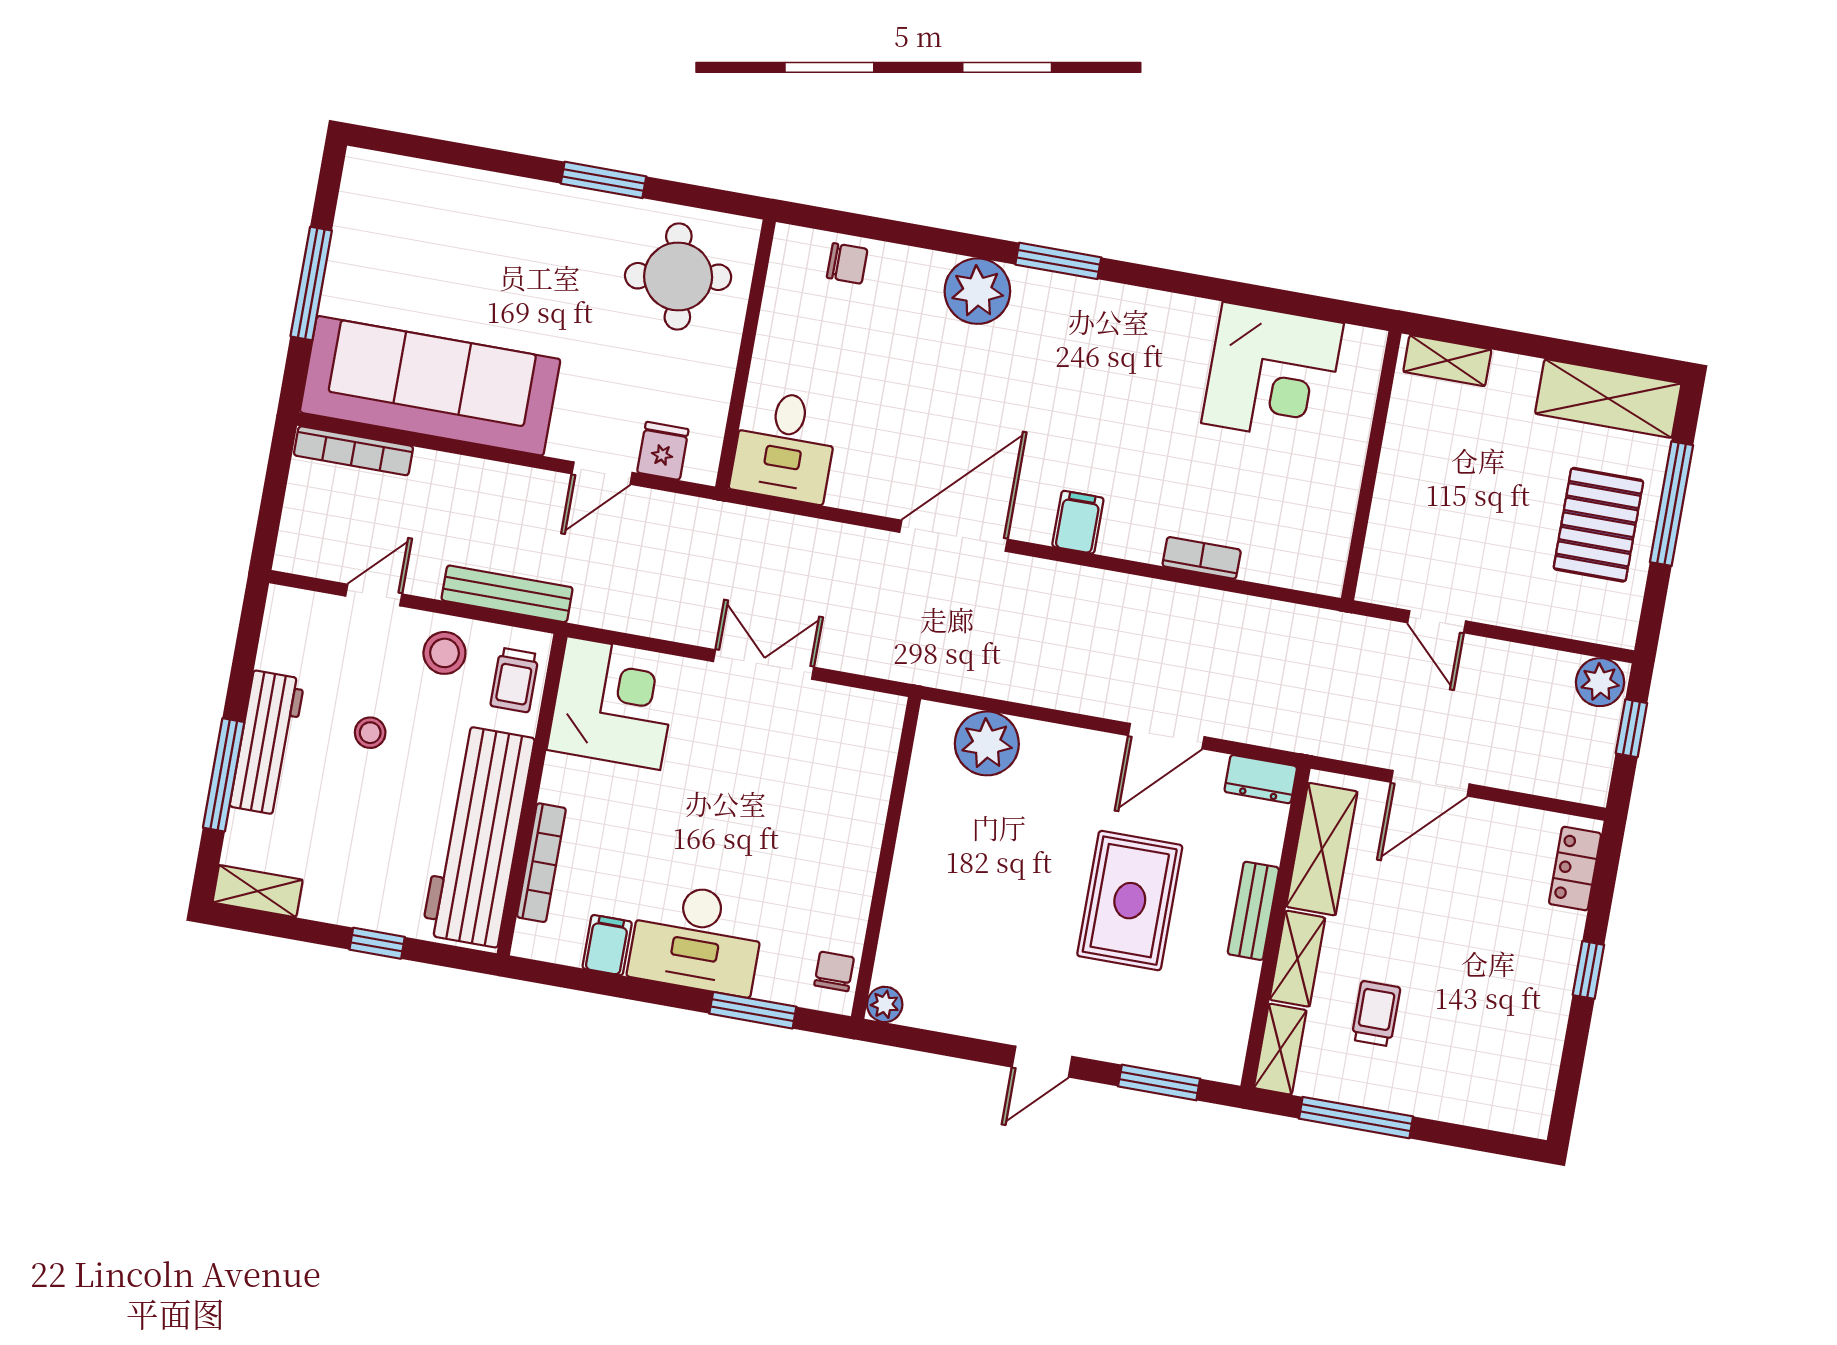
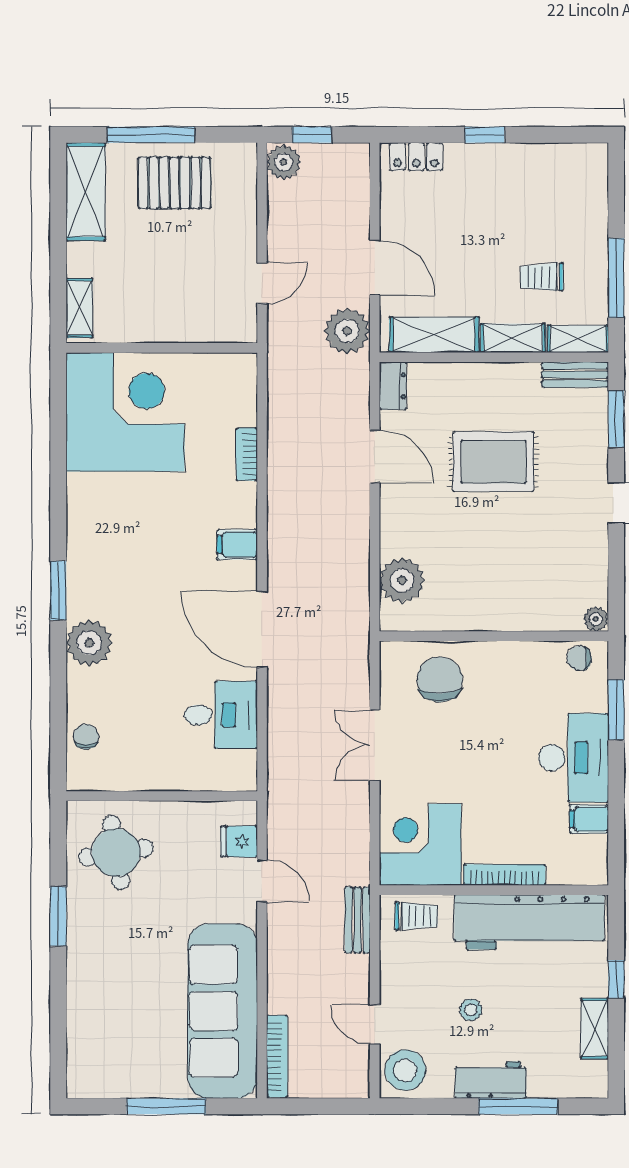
corner desk: (1272, 373) -> (125, 412), width x1.36, depth x1.36
desk: (785, 446) -> (221, 715), moved
bench: (507, 594) -> (357, 920), width x0.73
stool: (444, 653) -> (405, 1070), moved, width x1.38, depth x1.38
plant: (1349, 729) -> (347, 331), added
workbench: (267, 743) -> (491, 1080), width x0.73
chair: (839, 771) -> (440, 679), added
bookcase: (541, 863) -> (504, 875), moved
shelving: (258, 891) -> (595, 1029), moved
bench: (1253, 911) -> (575, 375), moved

